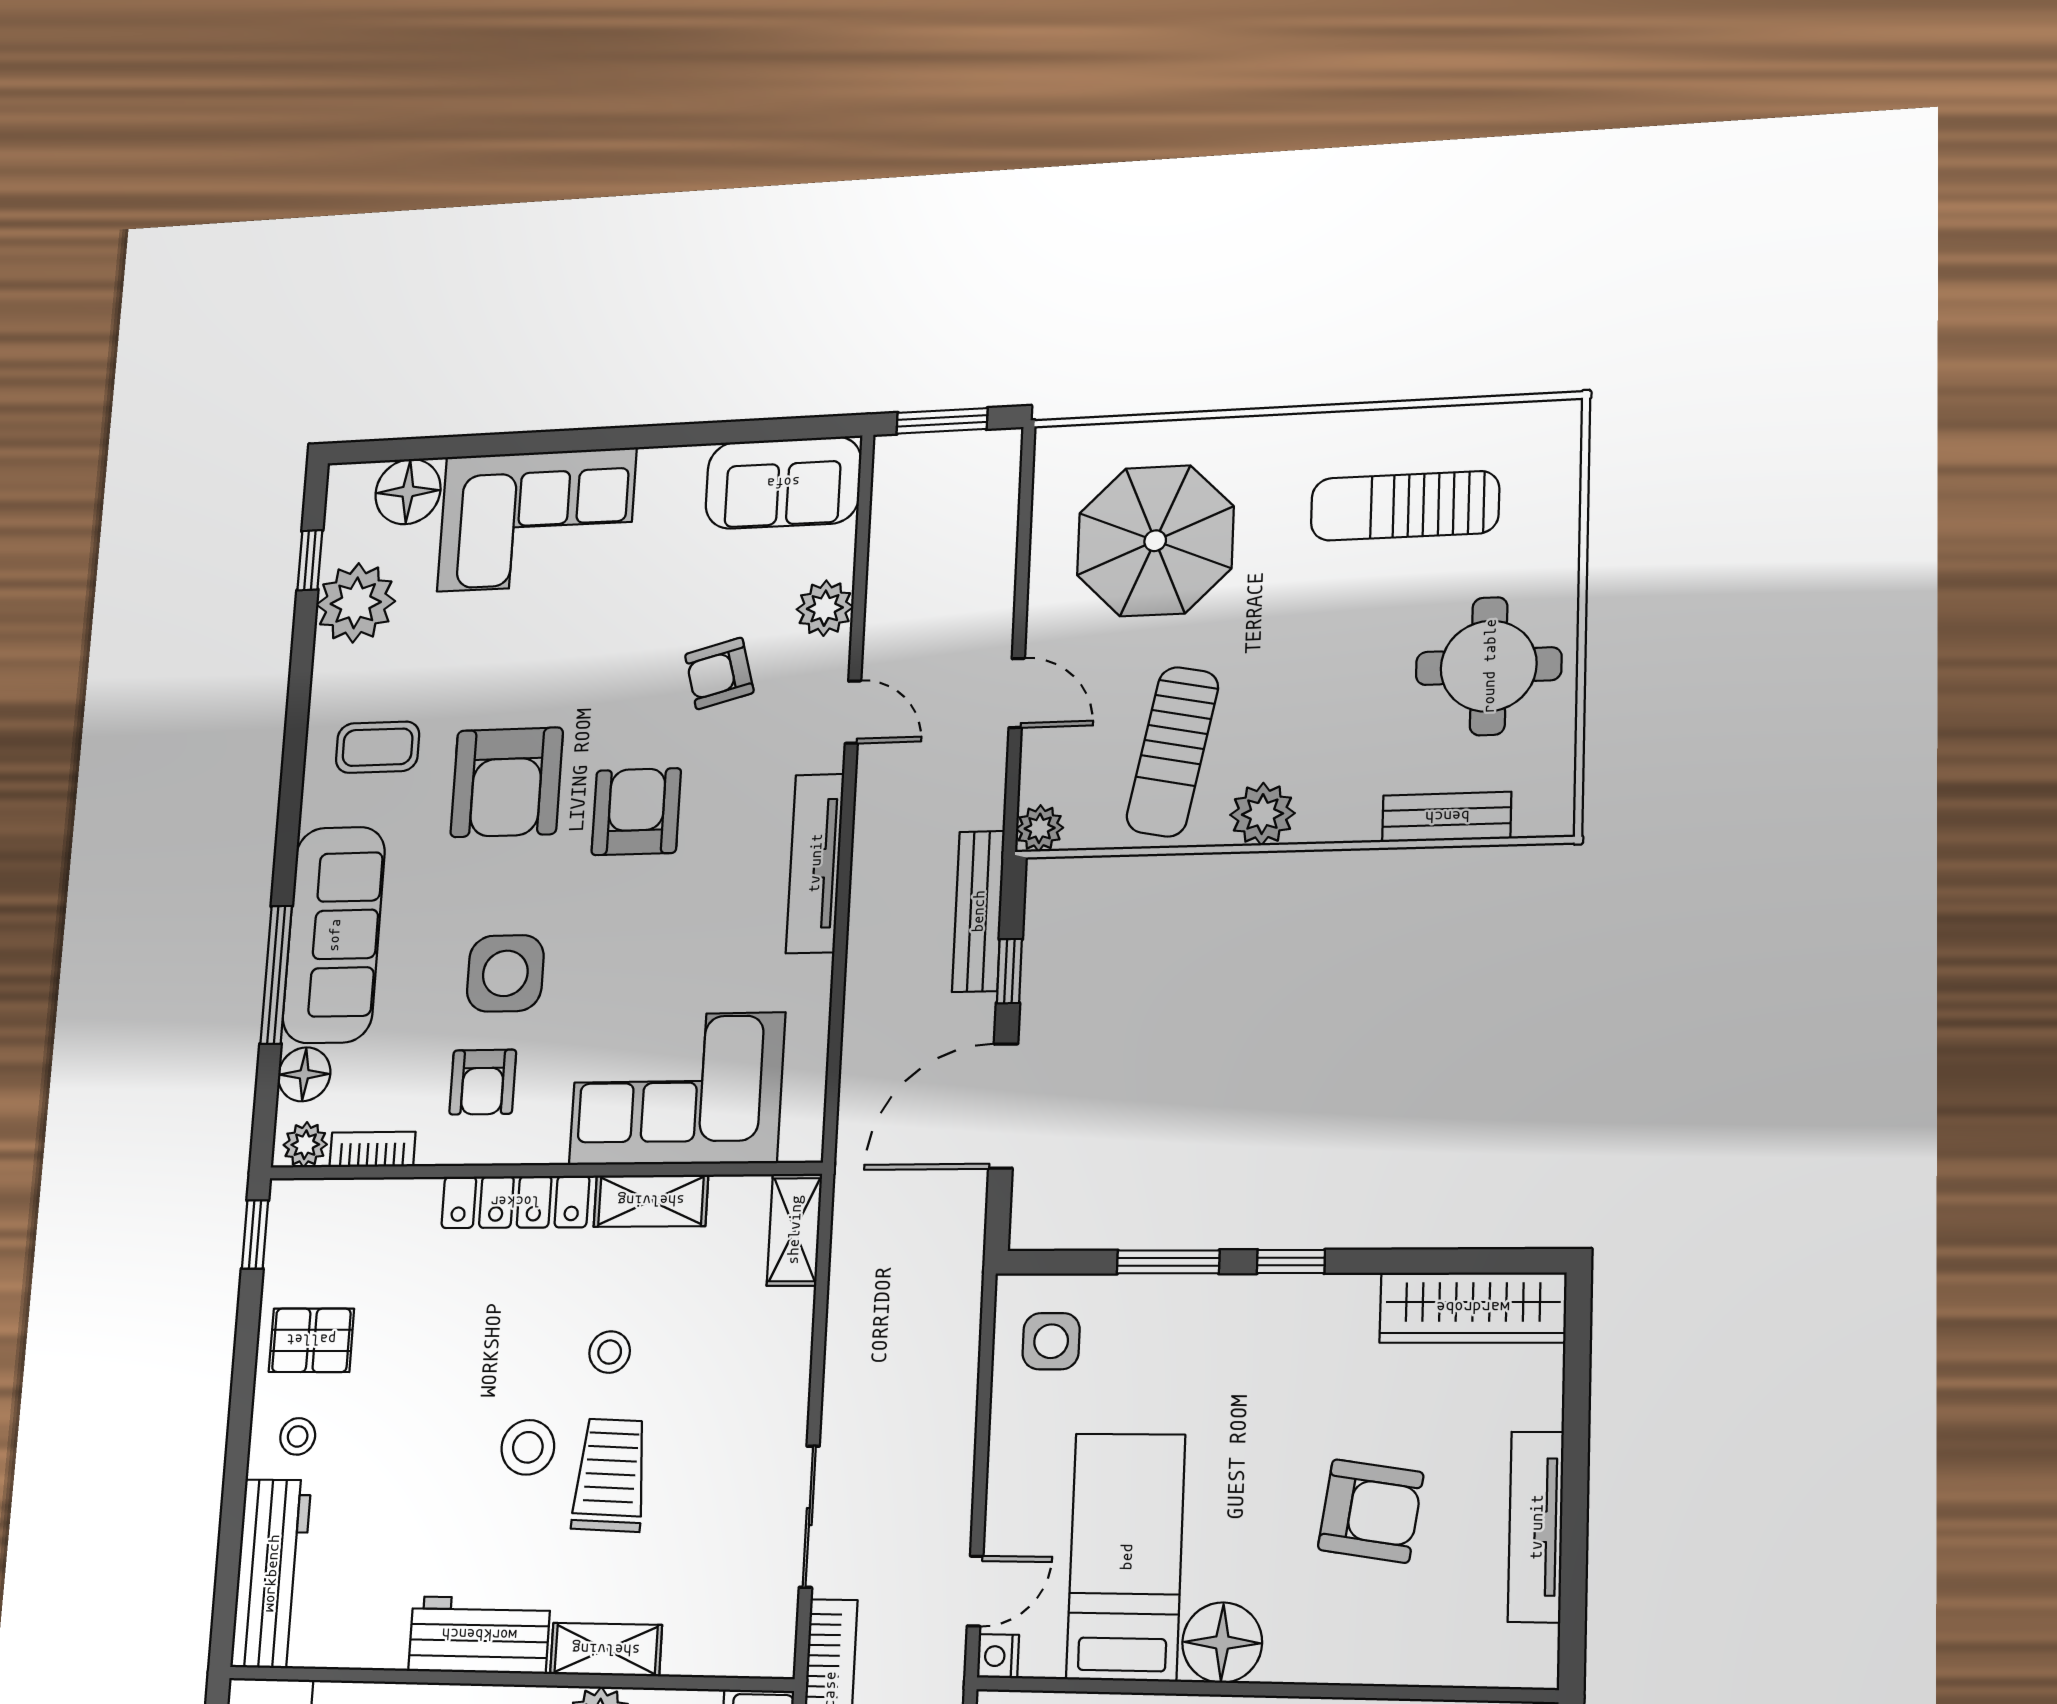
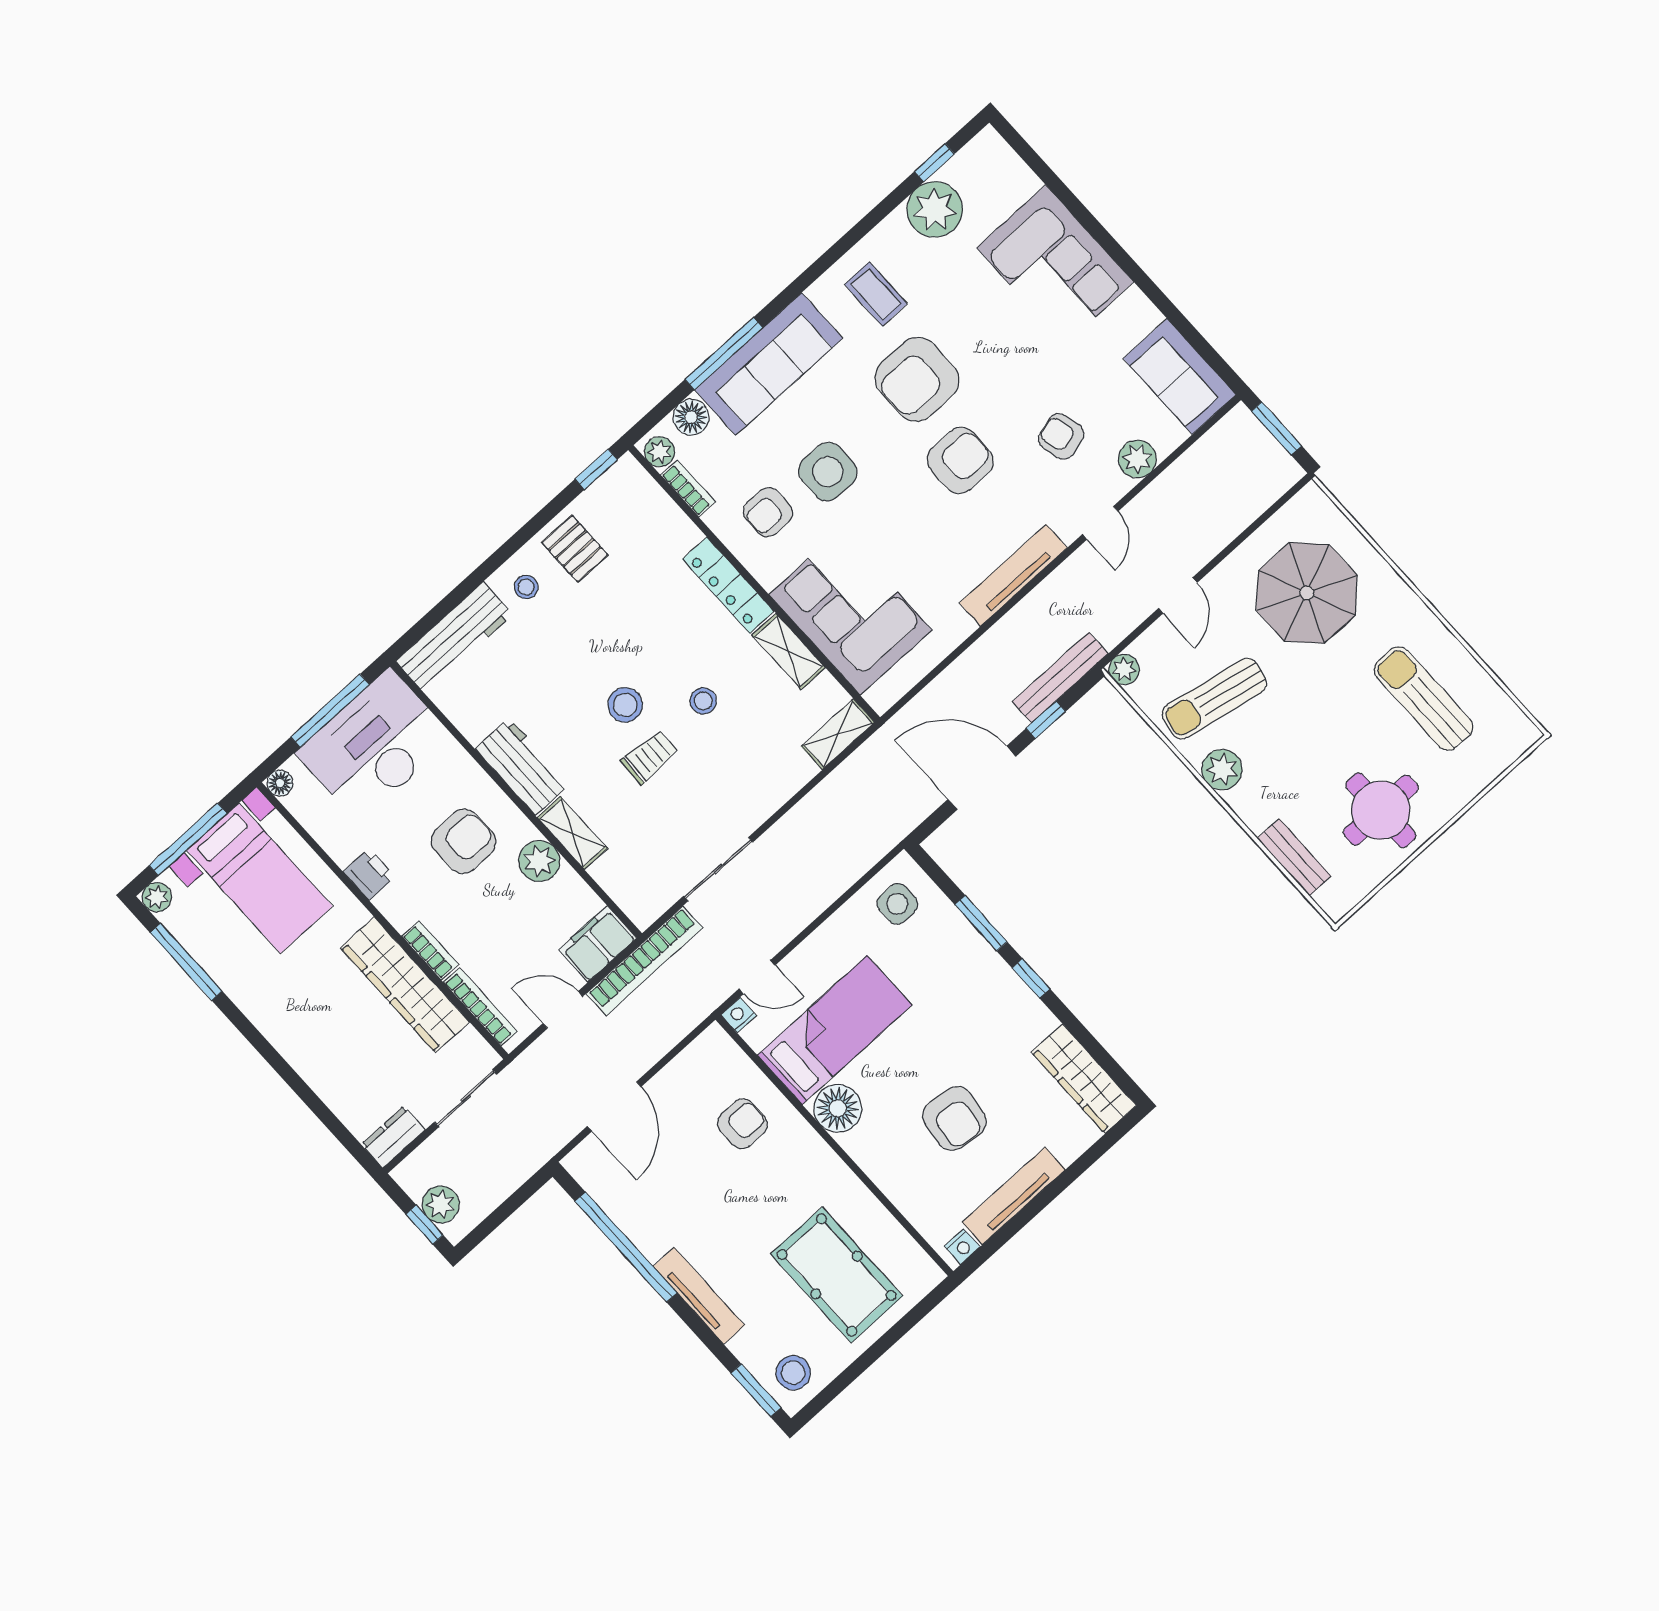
floor lamp: (408, 492) -> (1012, 181), removed
trolley: (610, 1475) -> (650, 757), width x0.73, depth x0.72
nightstand: (1538, 1650) -> (962, 1247), added

